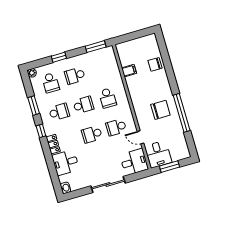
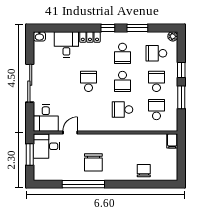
window: (96, 47) -> (181, 97), moved
filing cabinet: (129, 71) -> (172, 141), moved
school desk: (116, 127) -> (156, 110), moved

